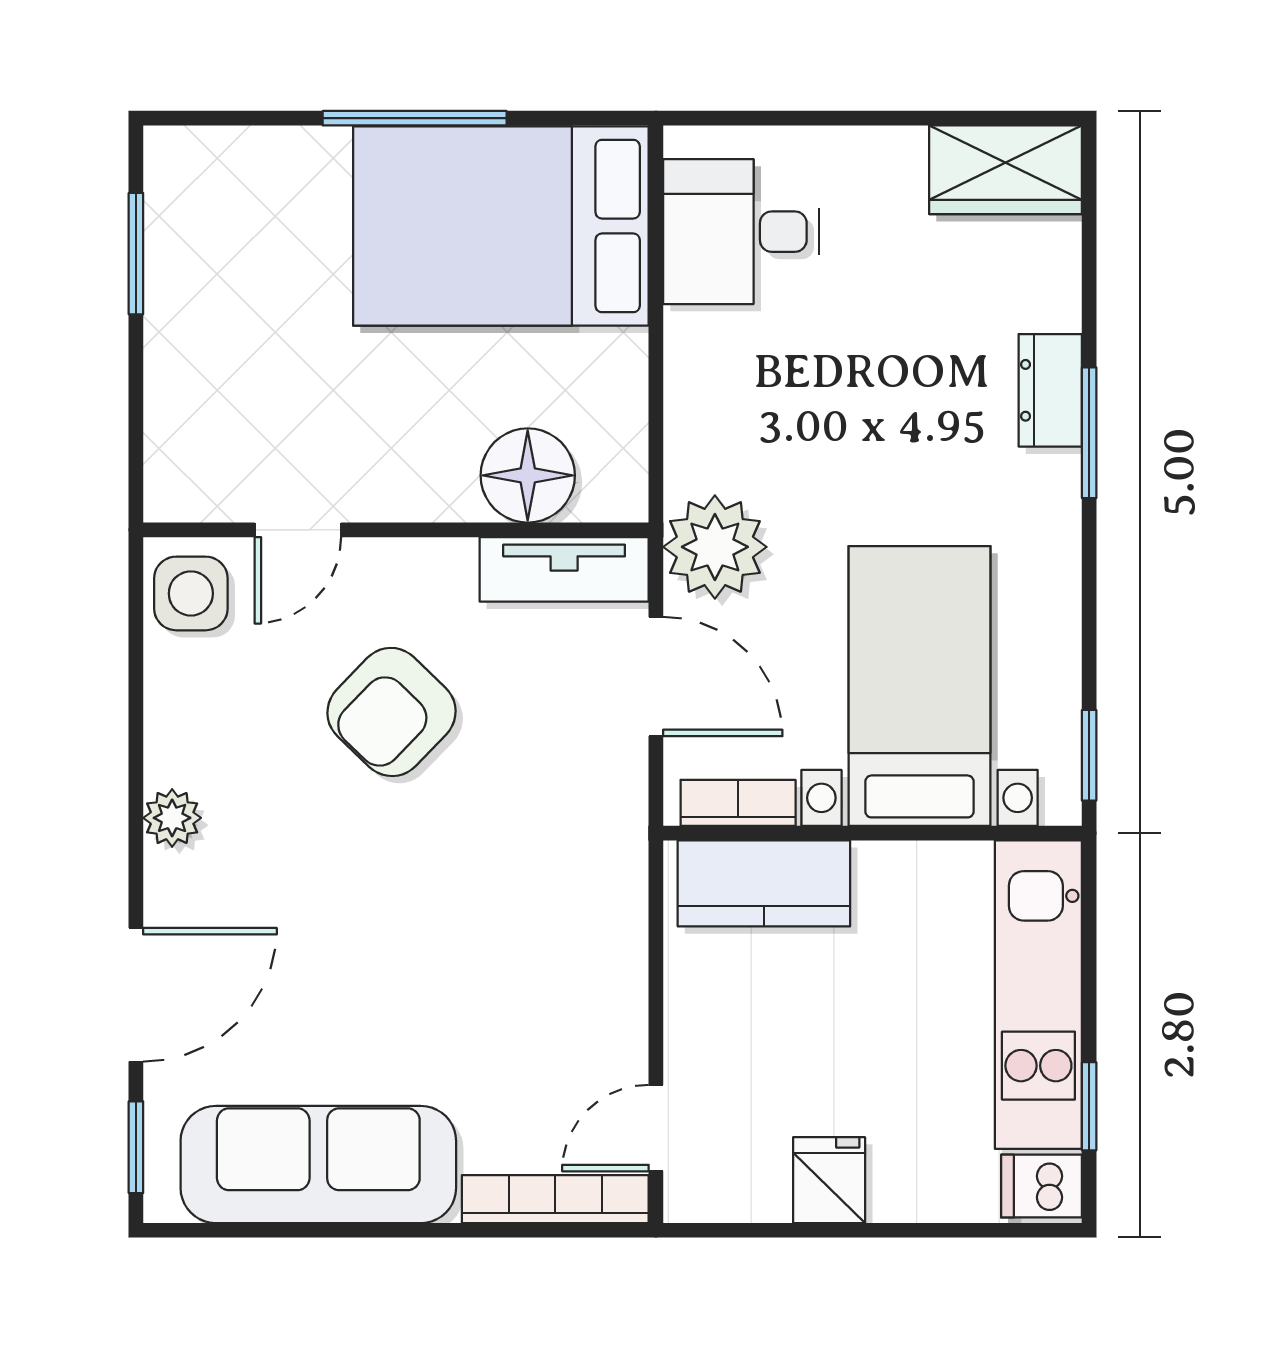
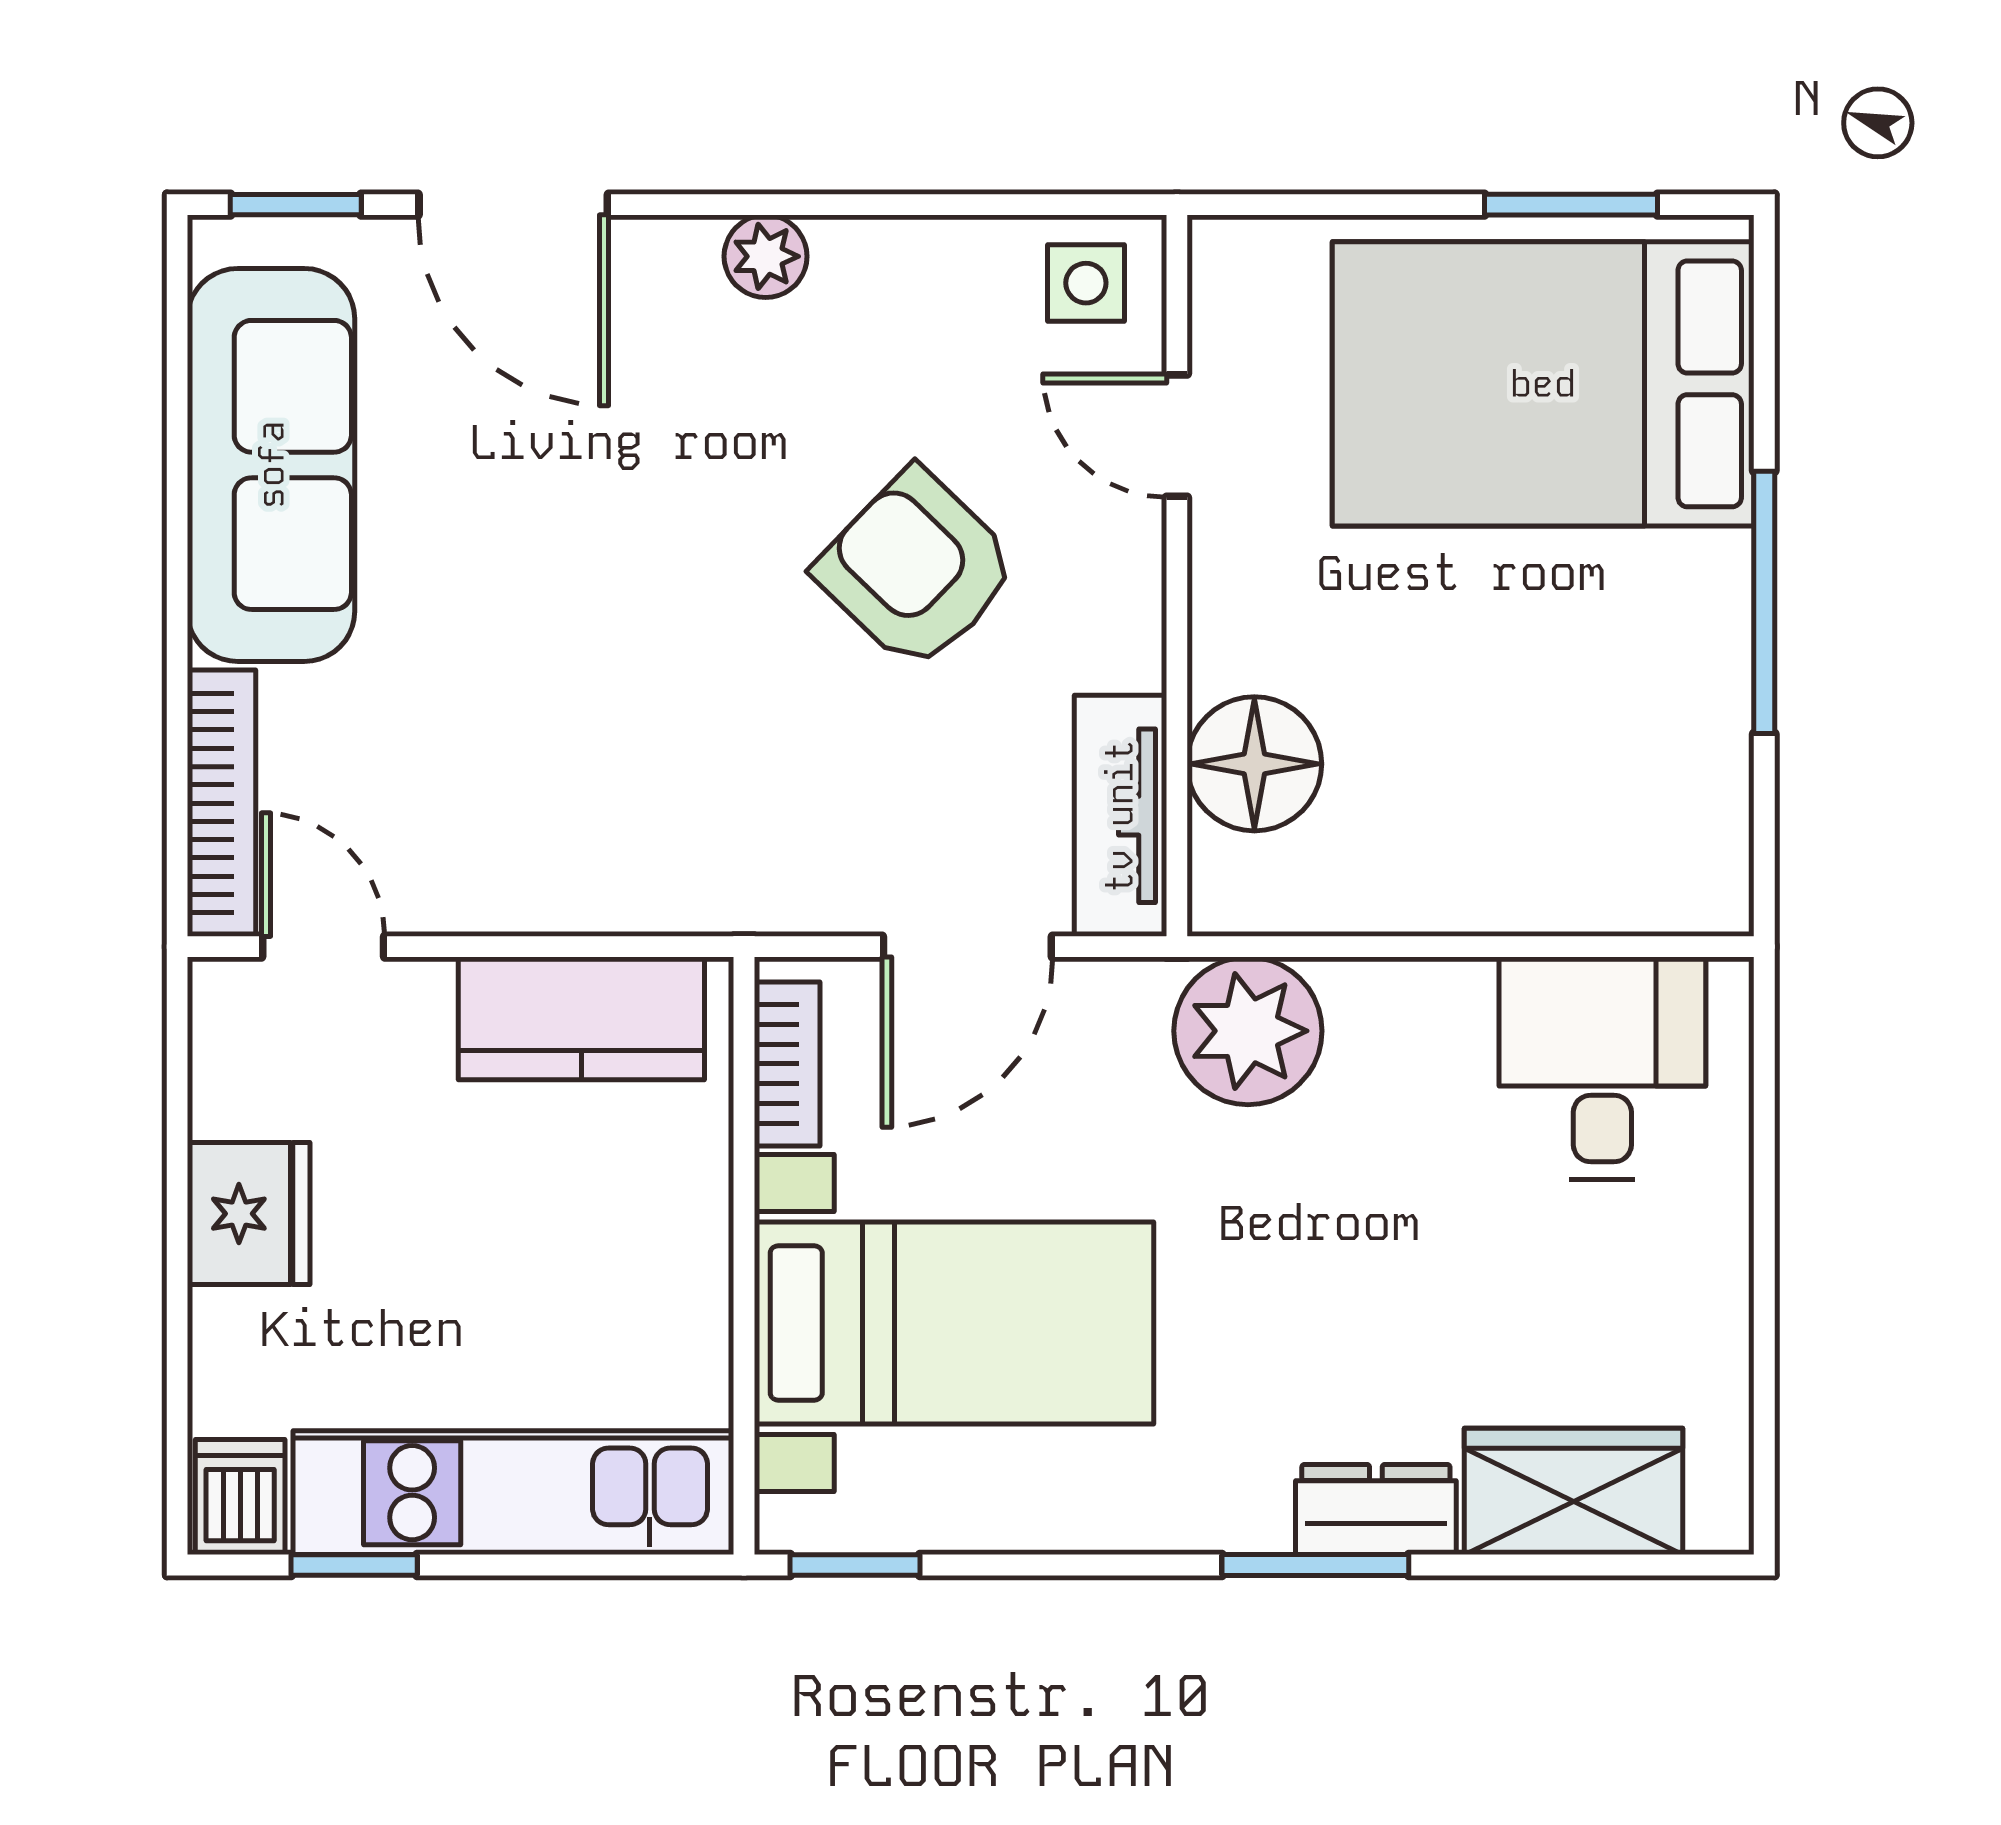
wardrobe: (1005, 170) -> (1574, 1491), moved, turned 90
bed: (501, 226) -> (1543, 384), moved, turned -90
plant: (715, 547) -> (1248, 1031), moved
side table: (191, 593) -> (1086, 283), width x0.73, depth x0.73
kitchen counter: (764, 883) -> (581, 1018), moved, turned -90
fridge: (829, 1180) -> (249, 1214), width x1.38

